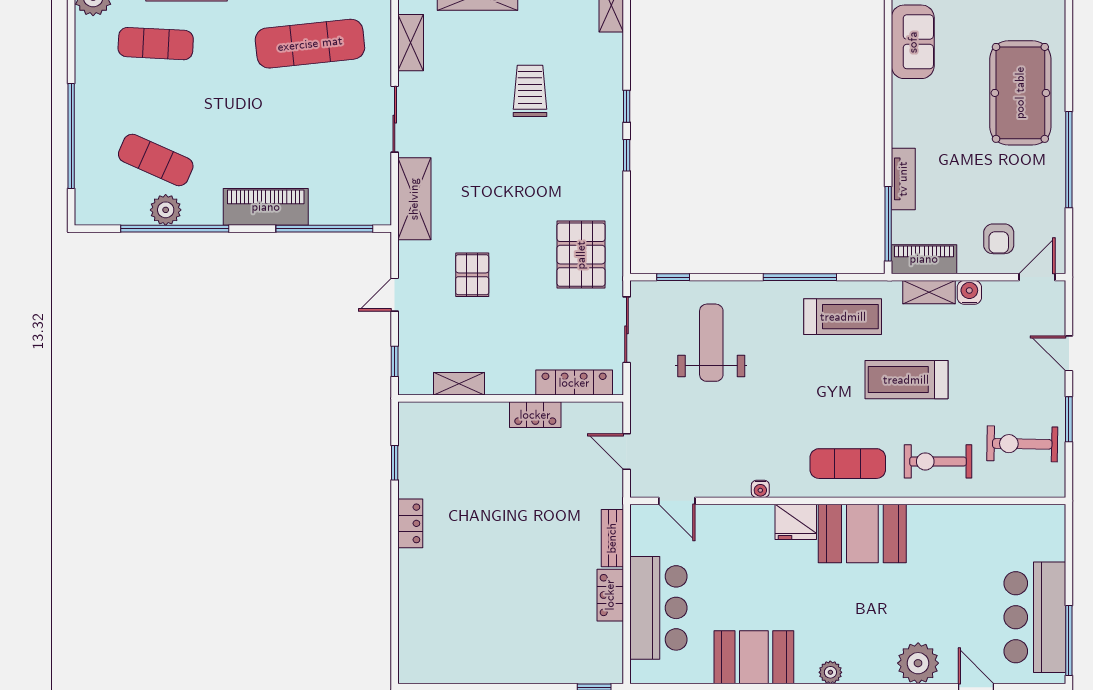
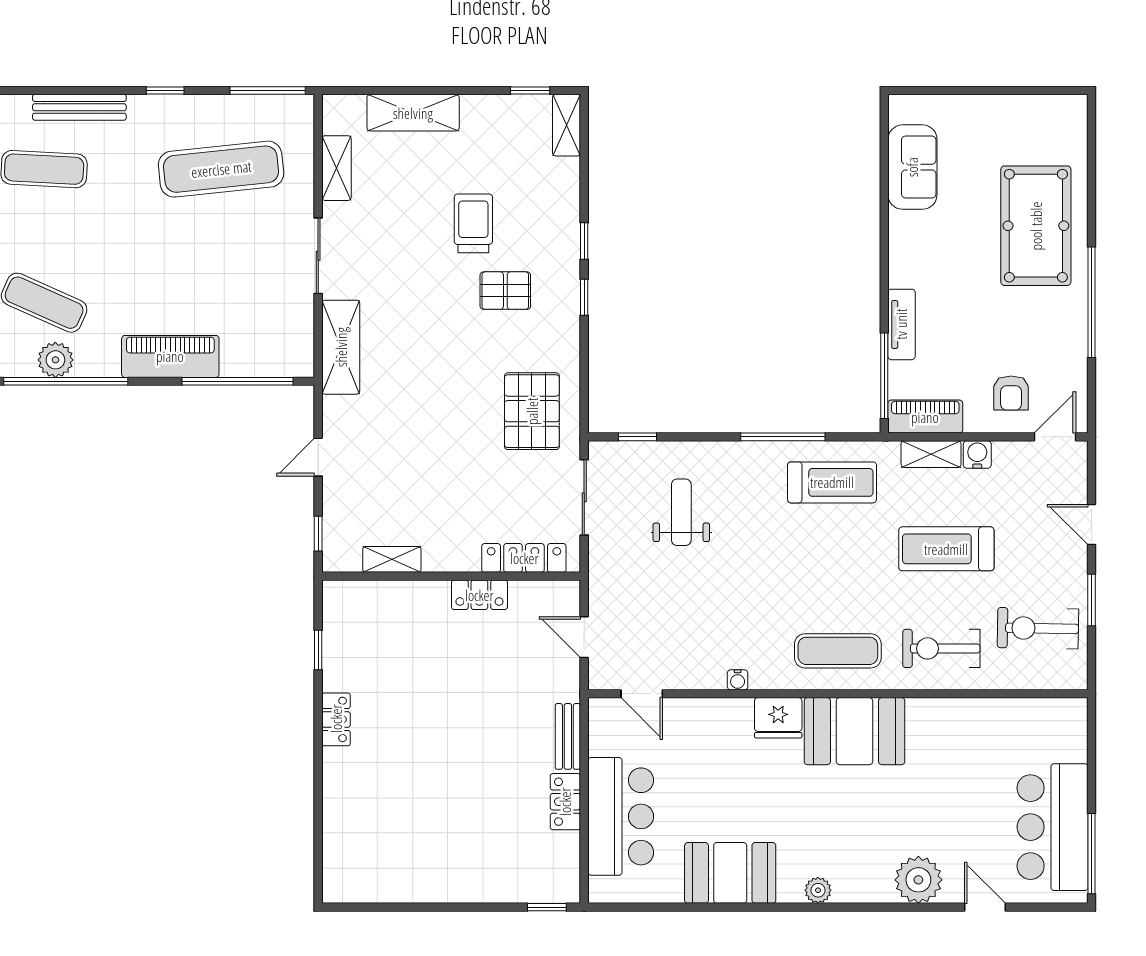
pallet: (472, 275) -> (505, 291), moved, turned 90
weight bench: (711, 343) -> (681, 512), width x0.73, depth x0.75
treadmill: (906, 380) -> (946, 549), moved

